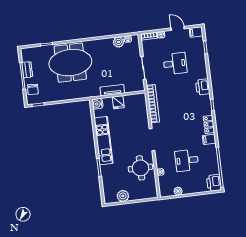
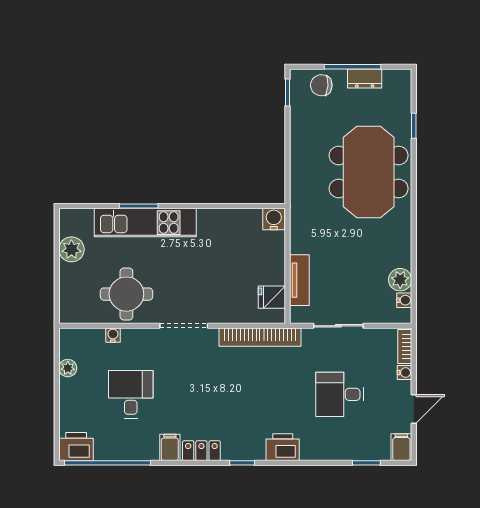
desk: (175, 64) -> (340, 394), turned 90
tv unit: (112, 90) -> (299, 280), moved
fridge: (118, 102) -> (272, 297), moved
kitchen unit: (104, 141) -> (145, 223), moved

